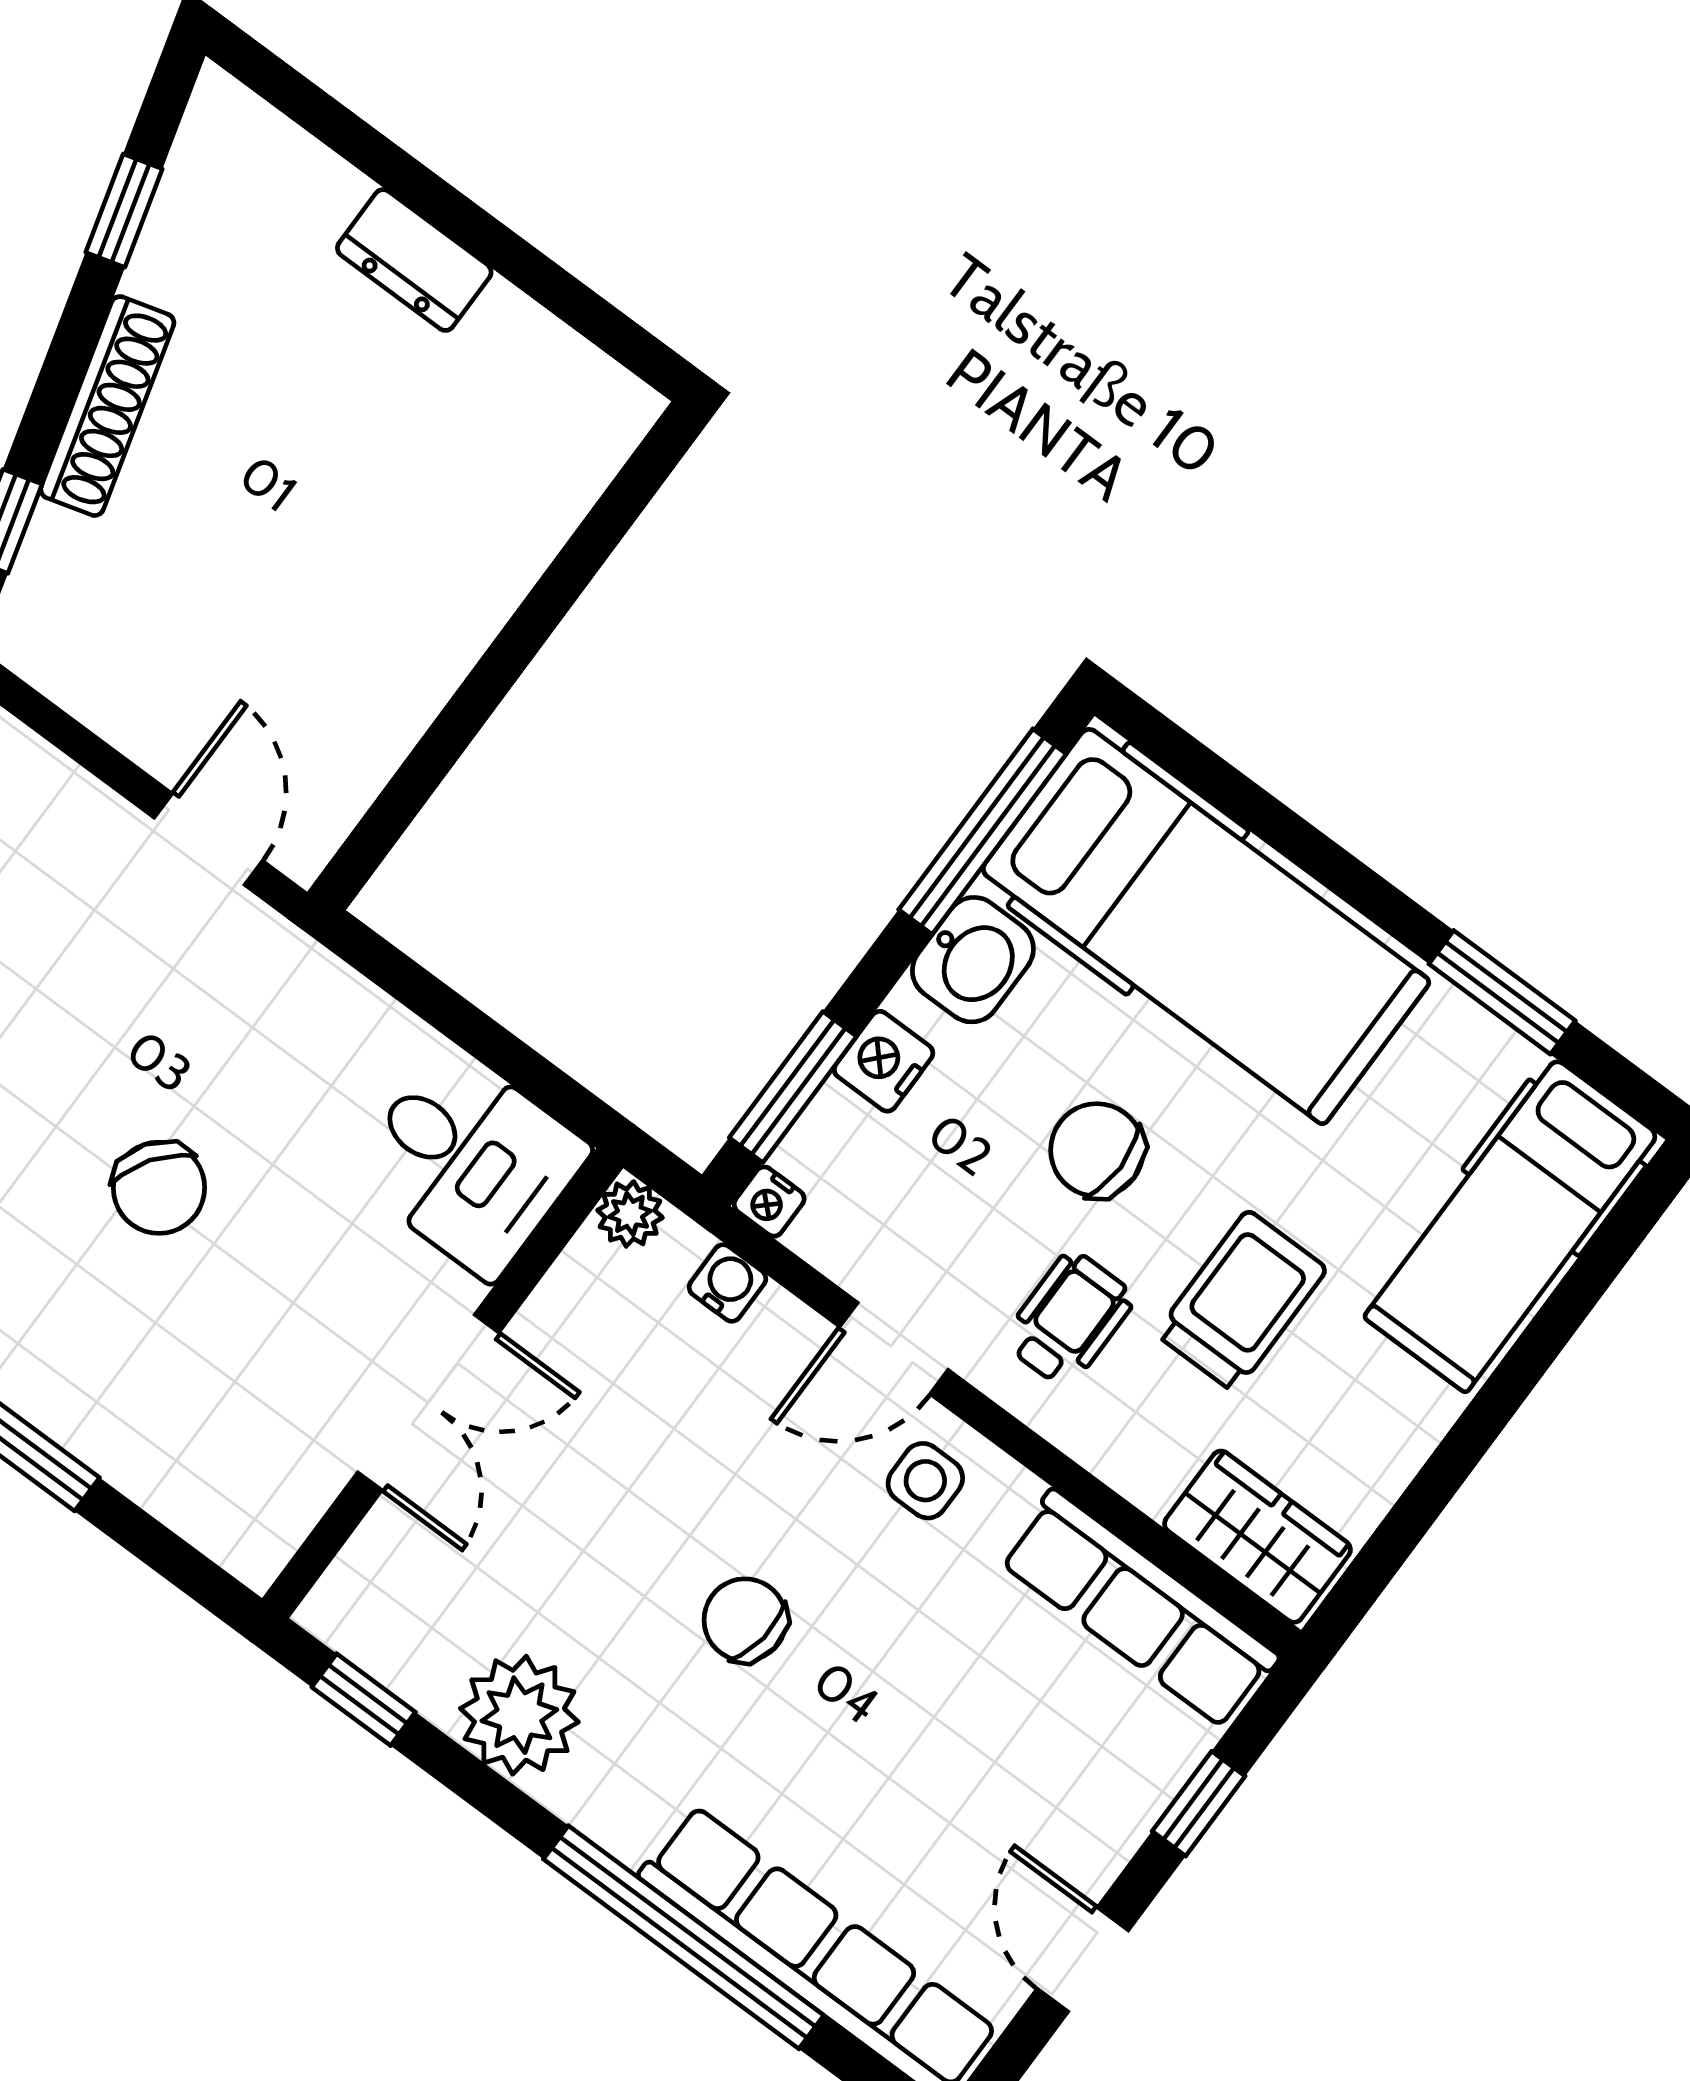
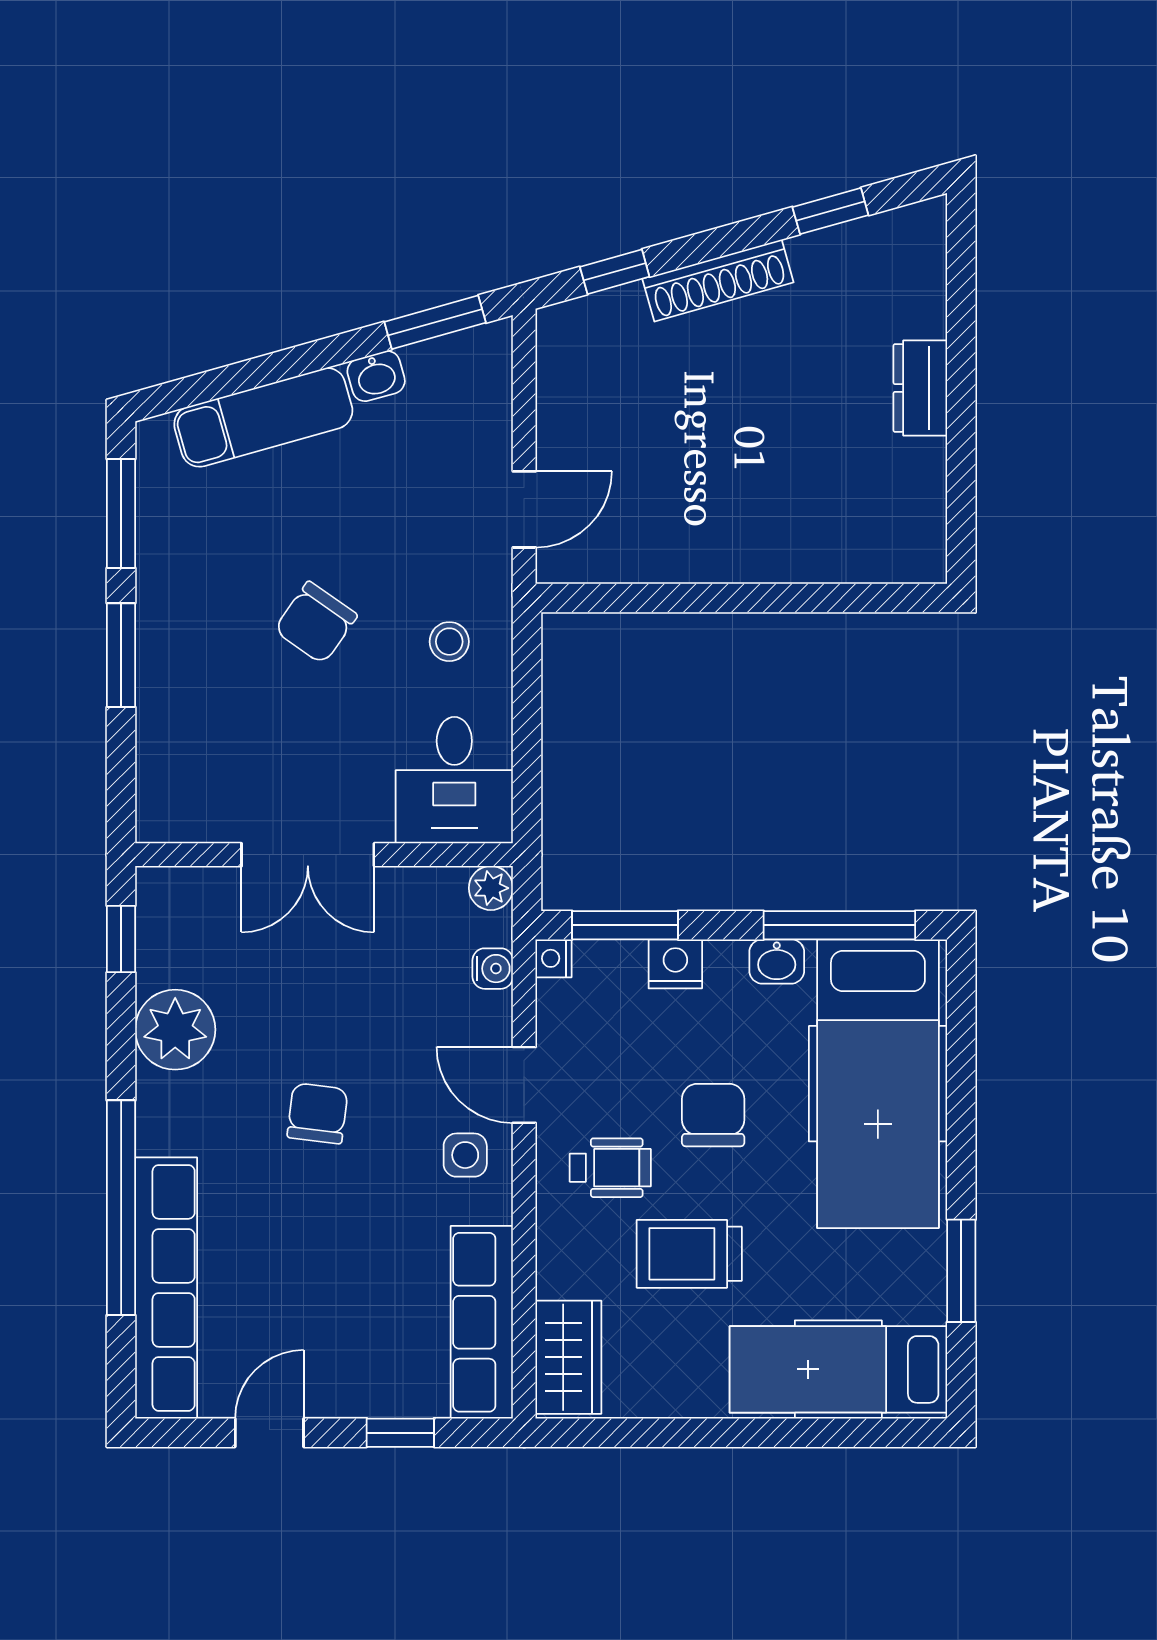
washbasin: (973, 960) -> (777, 961), width x0.72, depth x0.69
stool: (300, 1045) -> (449, 642), added
trolley: (1241, 1301) -> (689, 1254), turned 180

